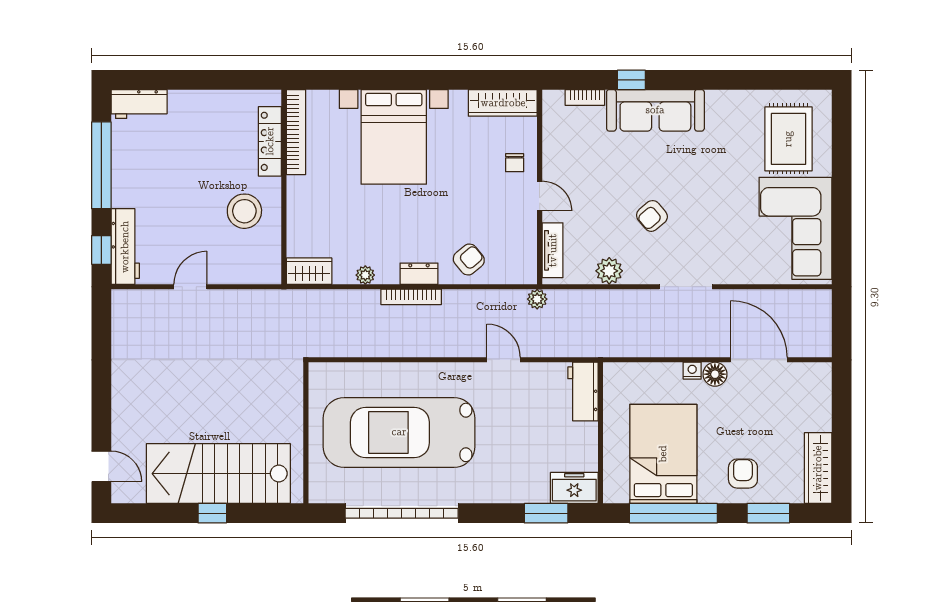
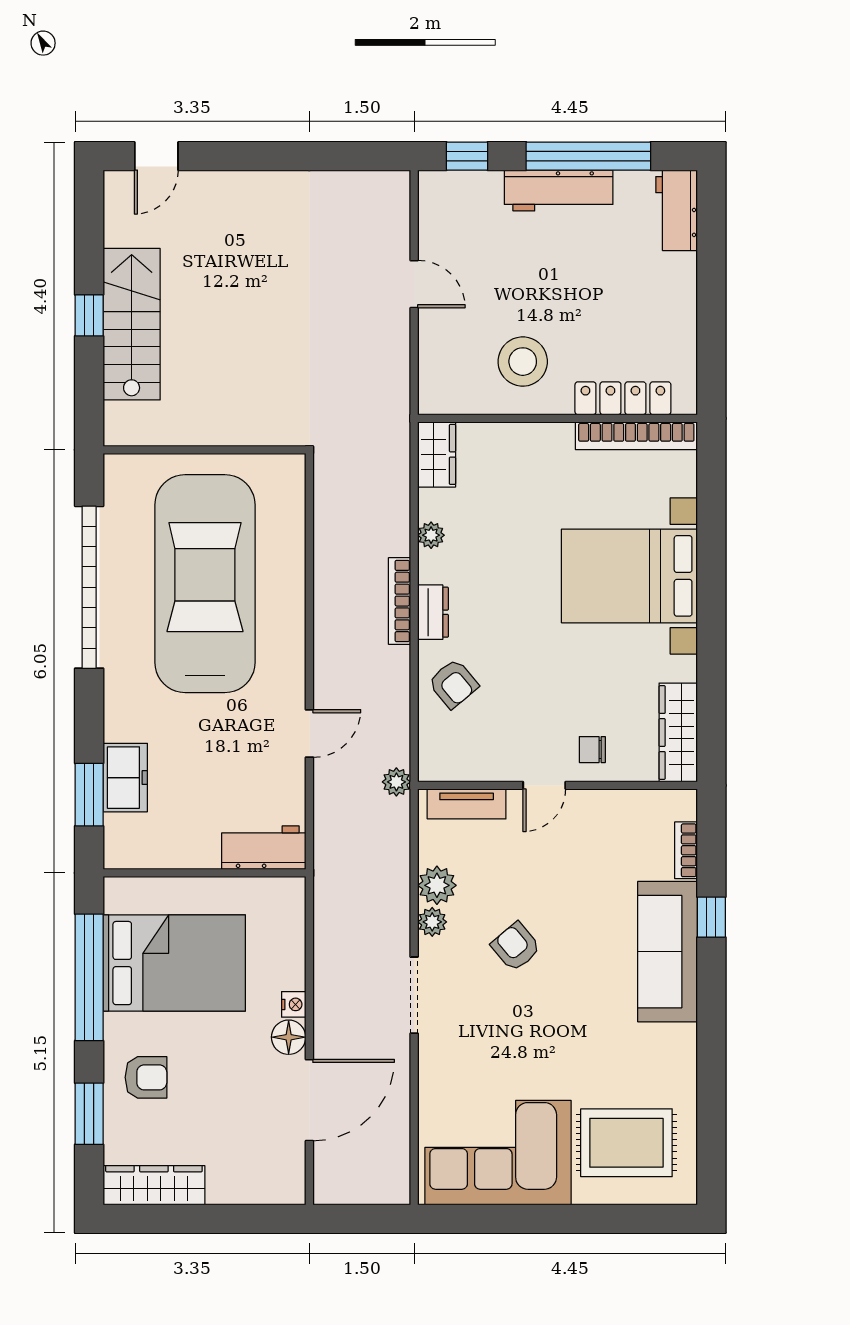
workbench: (125, 247) -> (559, 191), moved
plant: (635, 274) -> (432, 922), added
stairs: (218, 474) -> (132, 324), width x0.73, depth x0.66
freezer: (574, 488) -> (125, 778), moved

